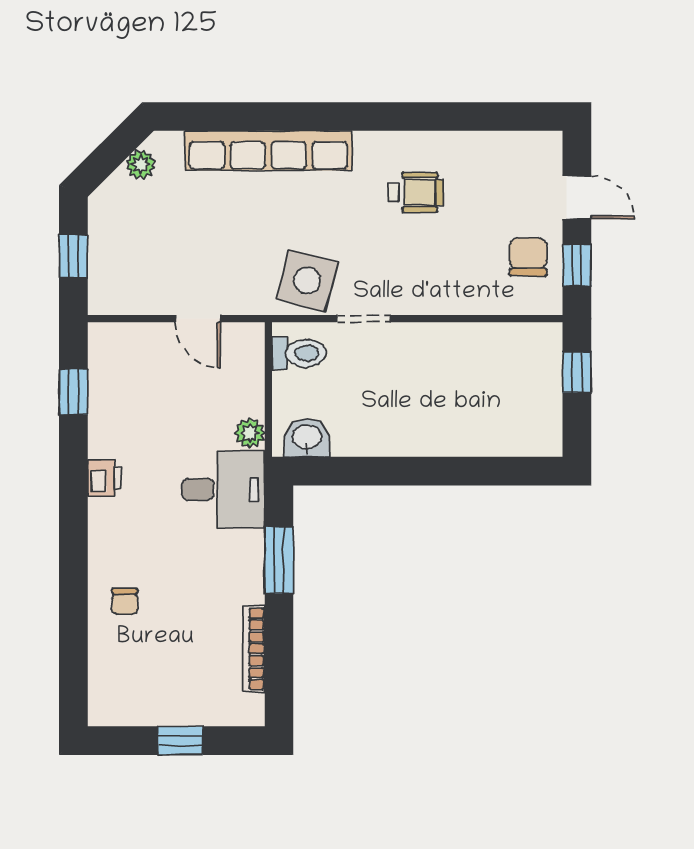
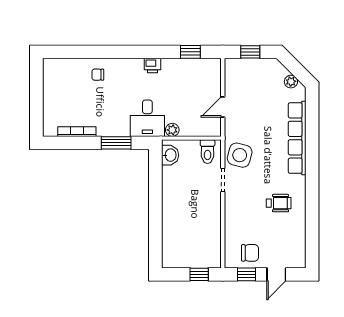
wheelchair: (416, 192) -> (279, 203), turned -90
window: (180, 741) -> (36, 99), removed

